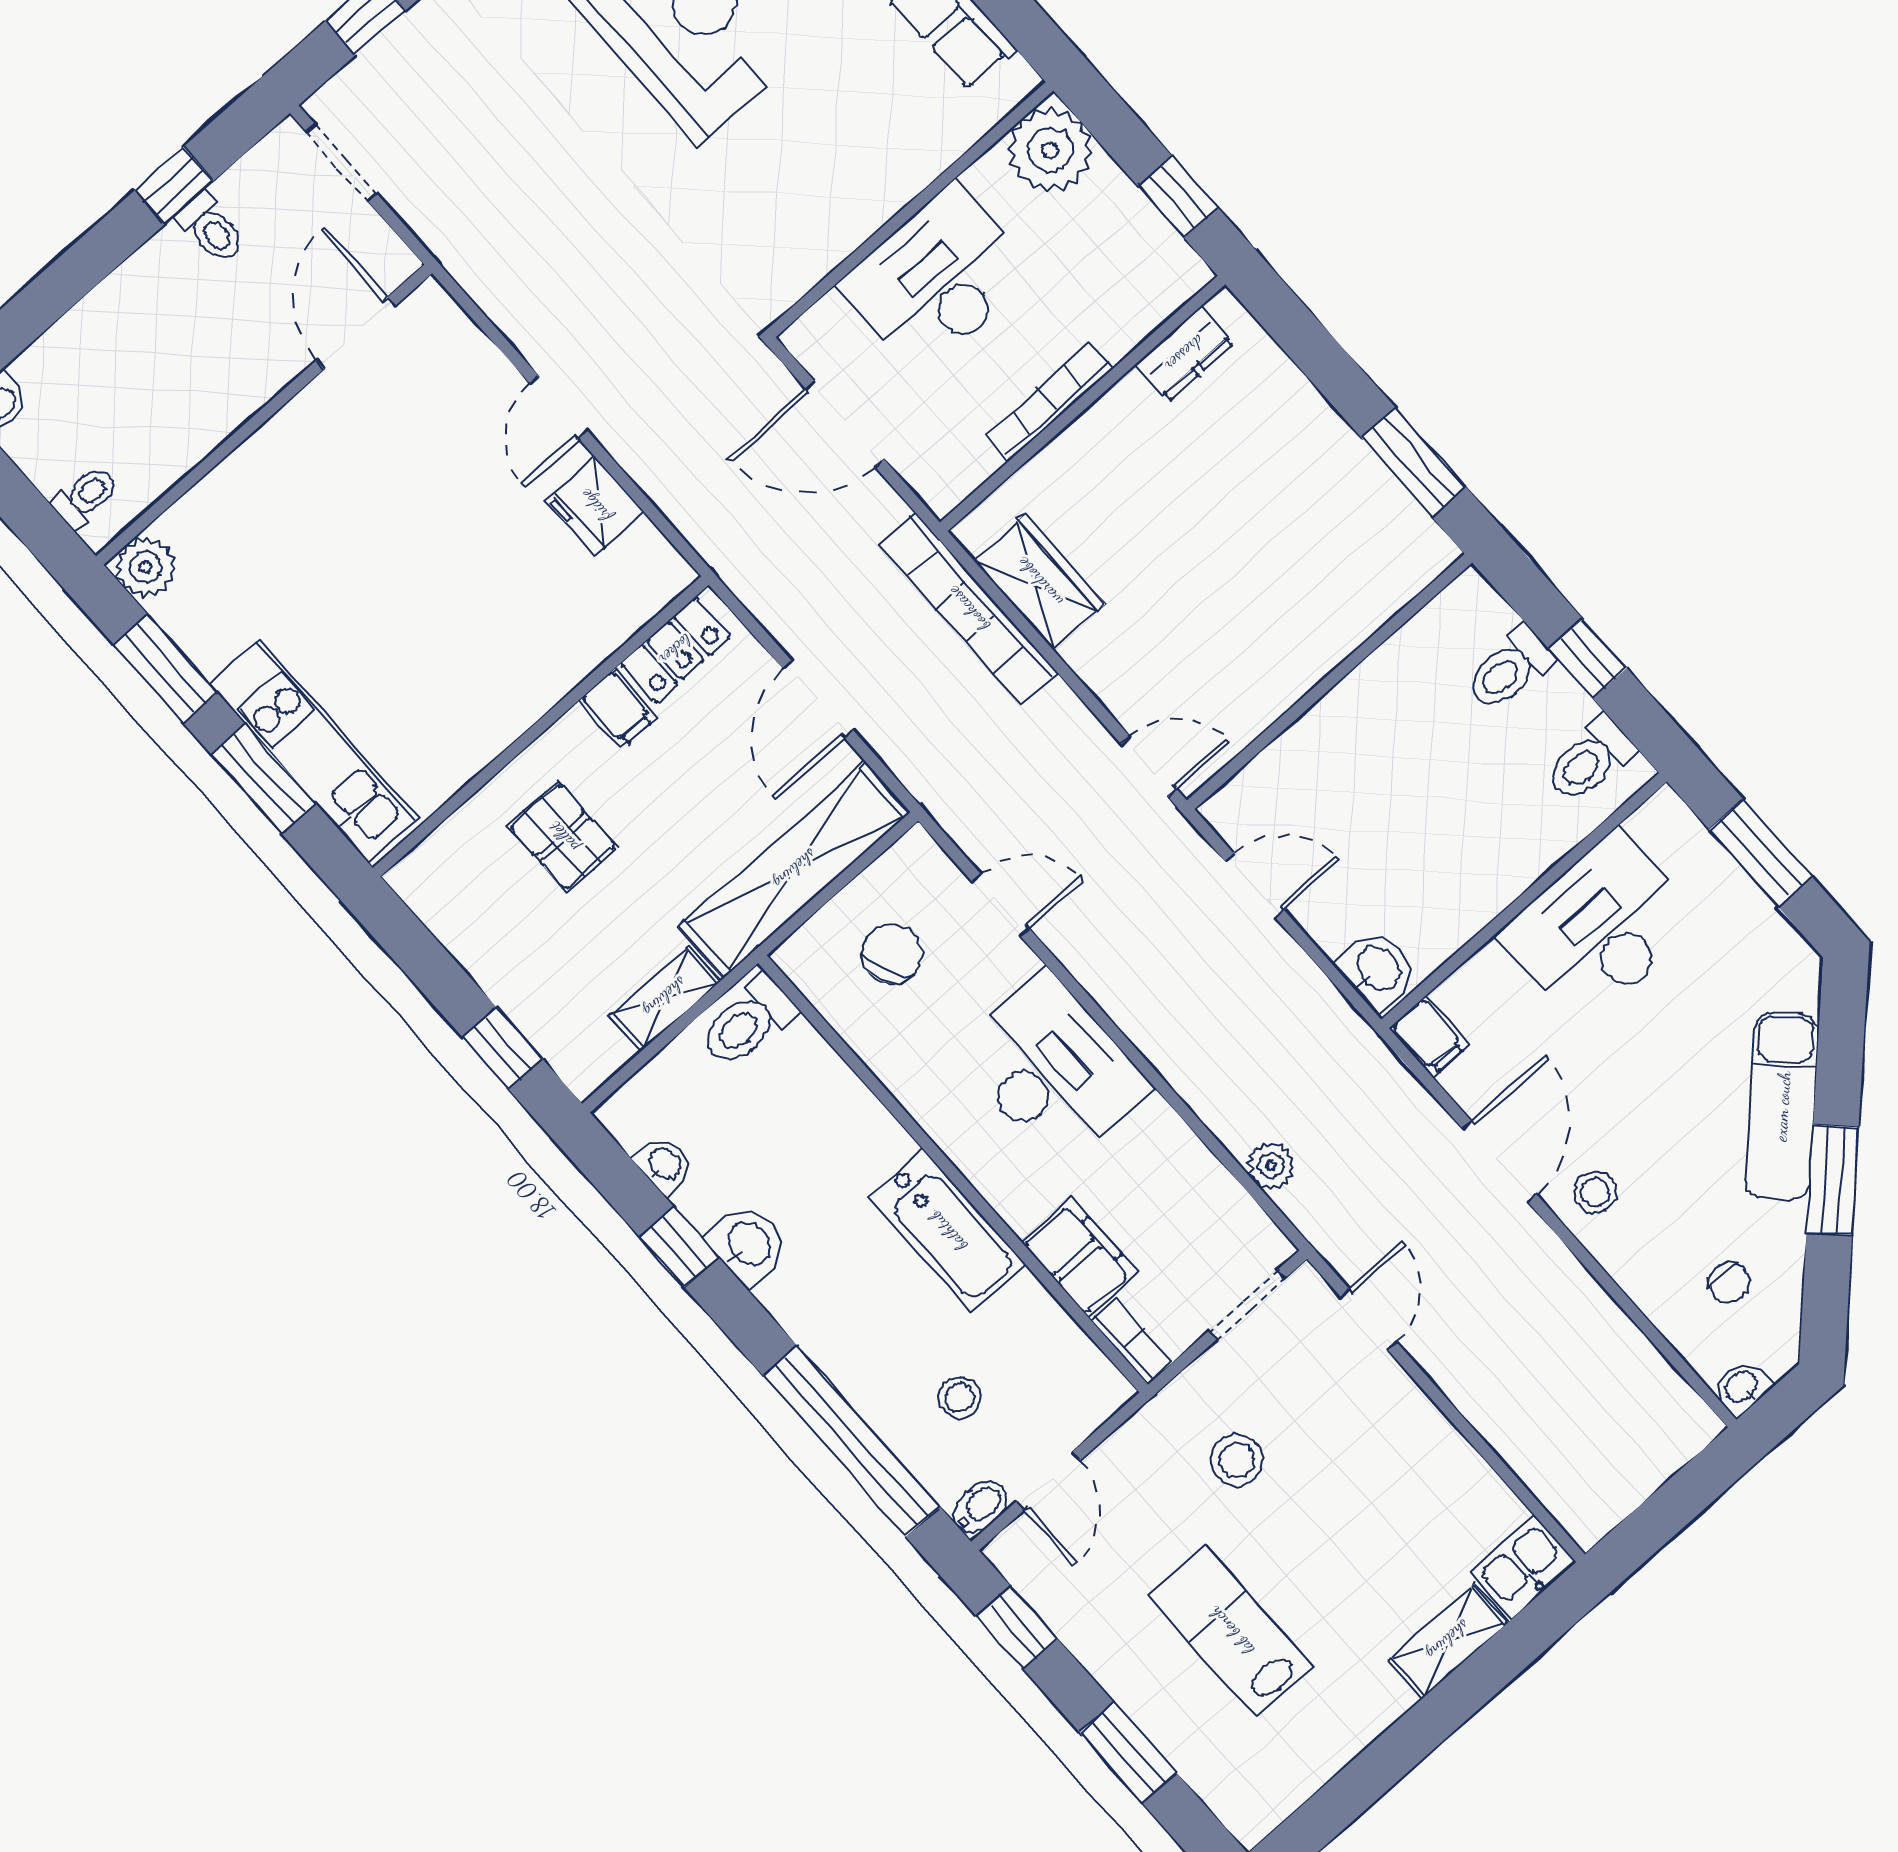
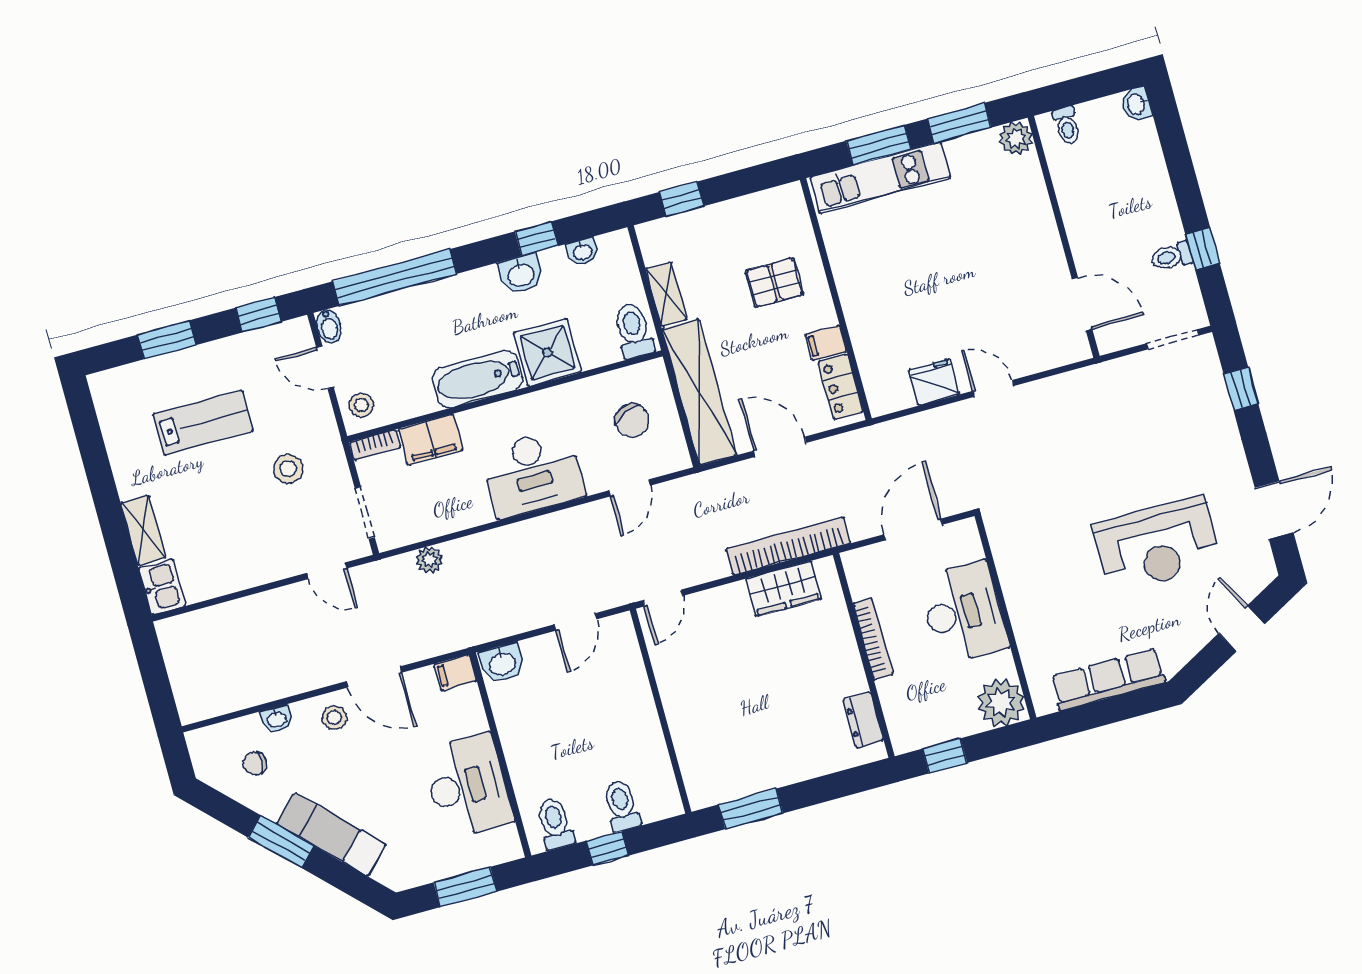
shower: (851, 1141) -> (547, 352), added
washbasin: (1742, 1387) -> (277, 719), moved, turned 90
stool: (960, 1397) -> (361, 405), moved

